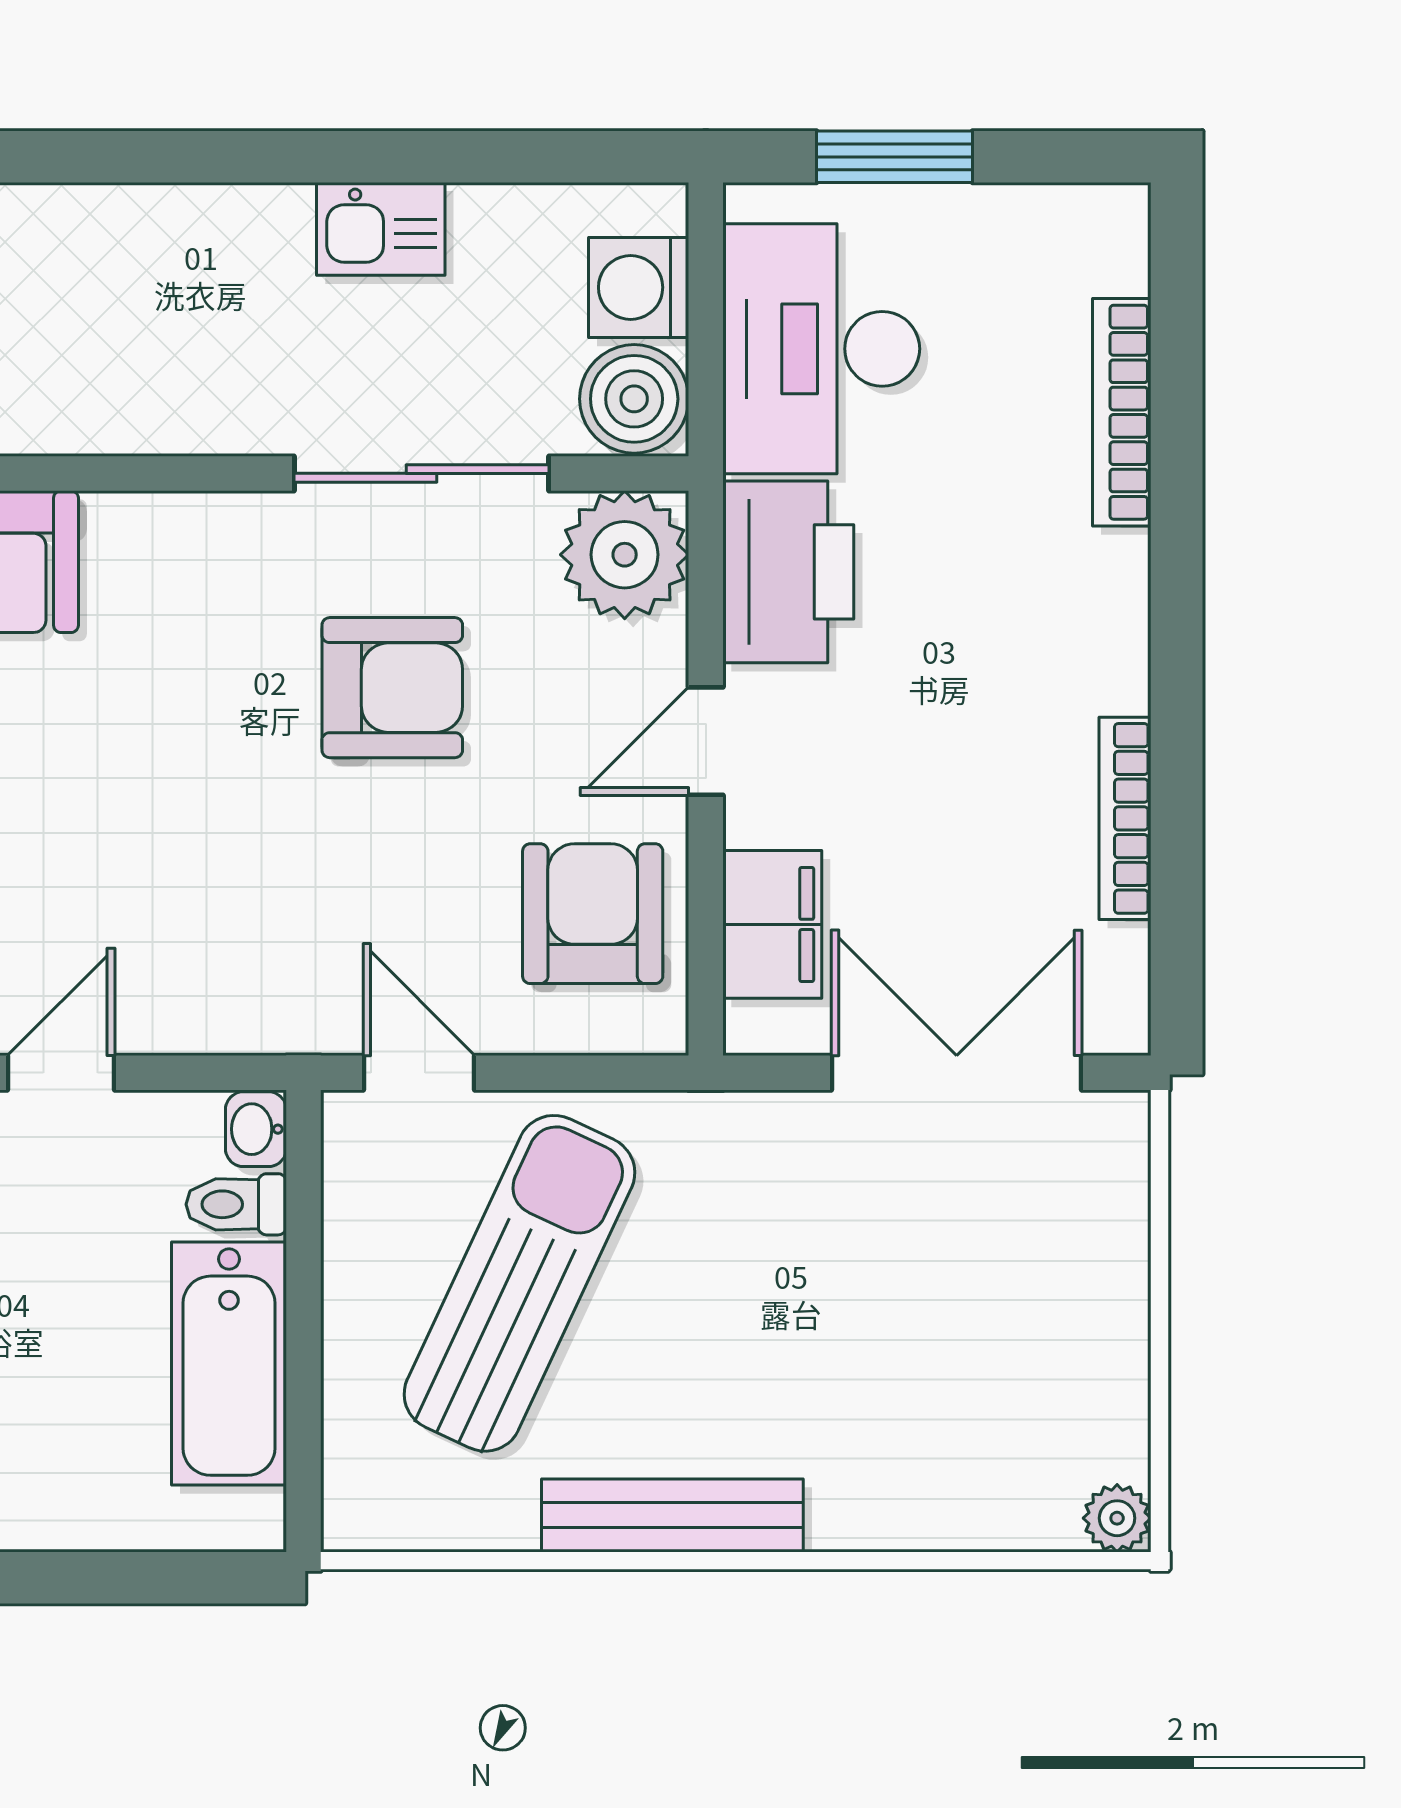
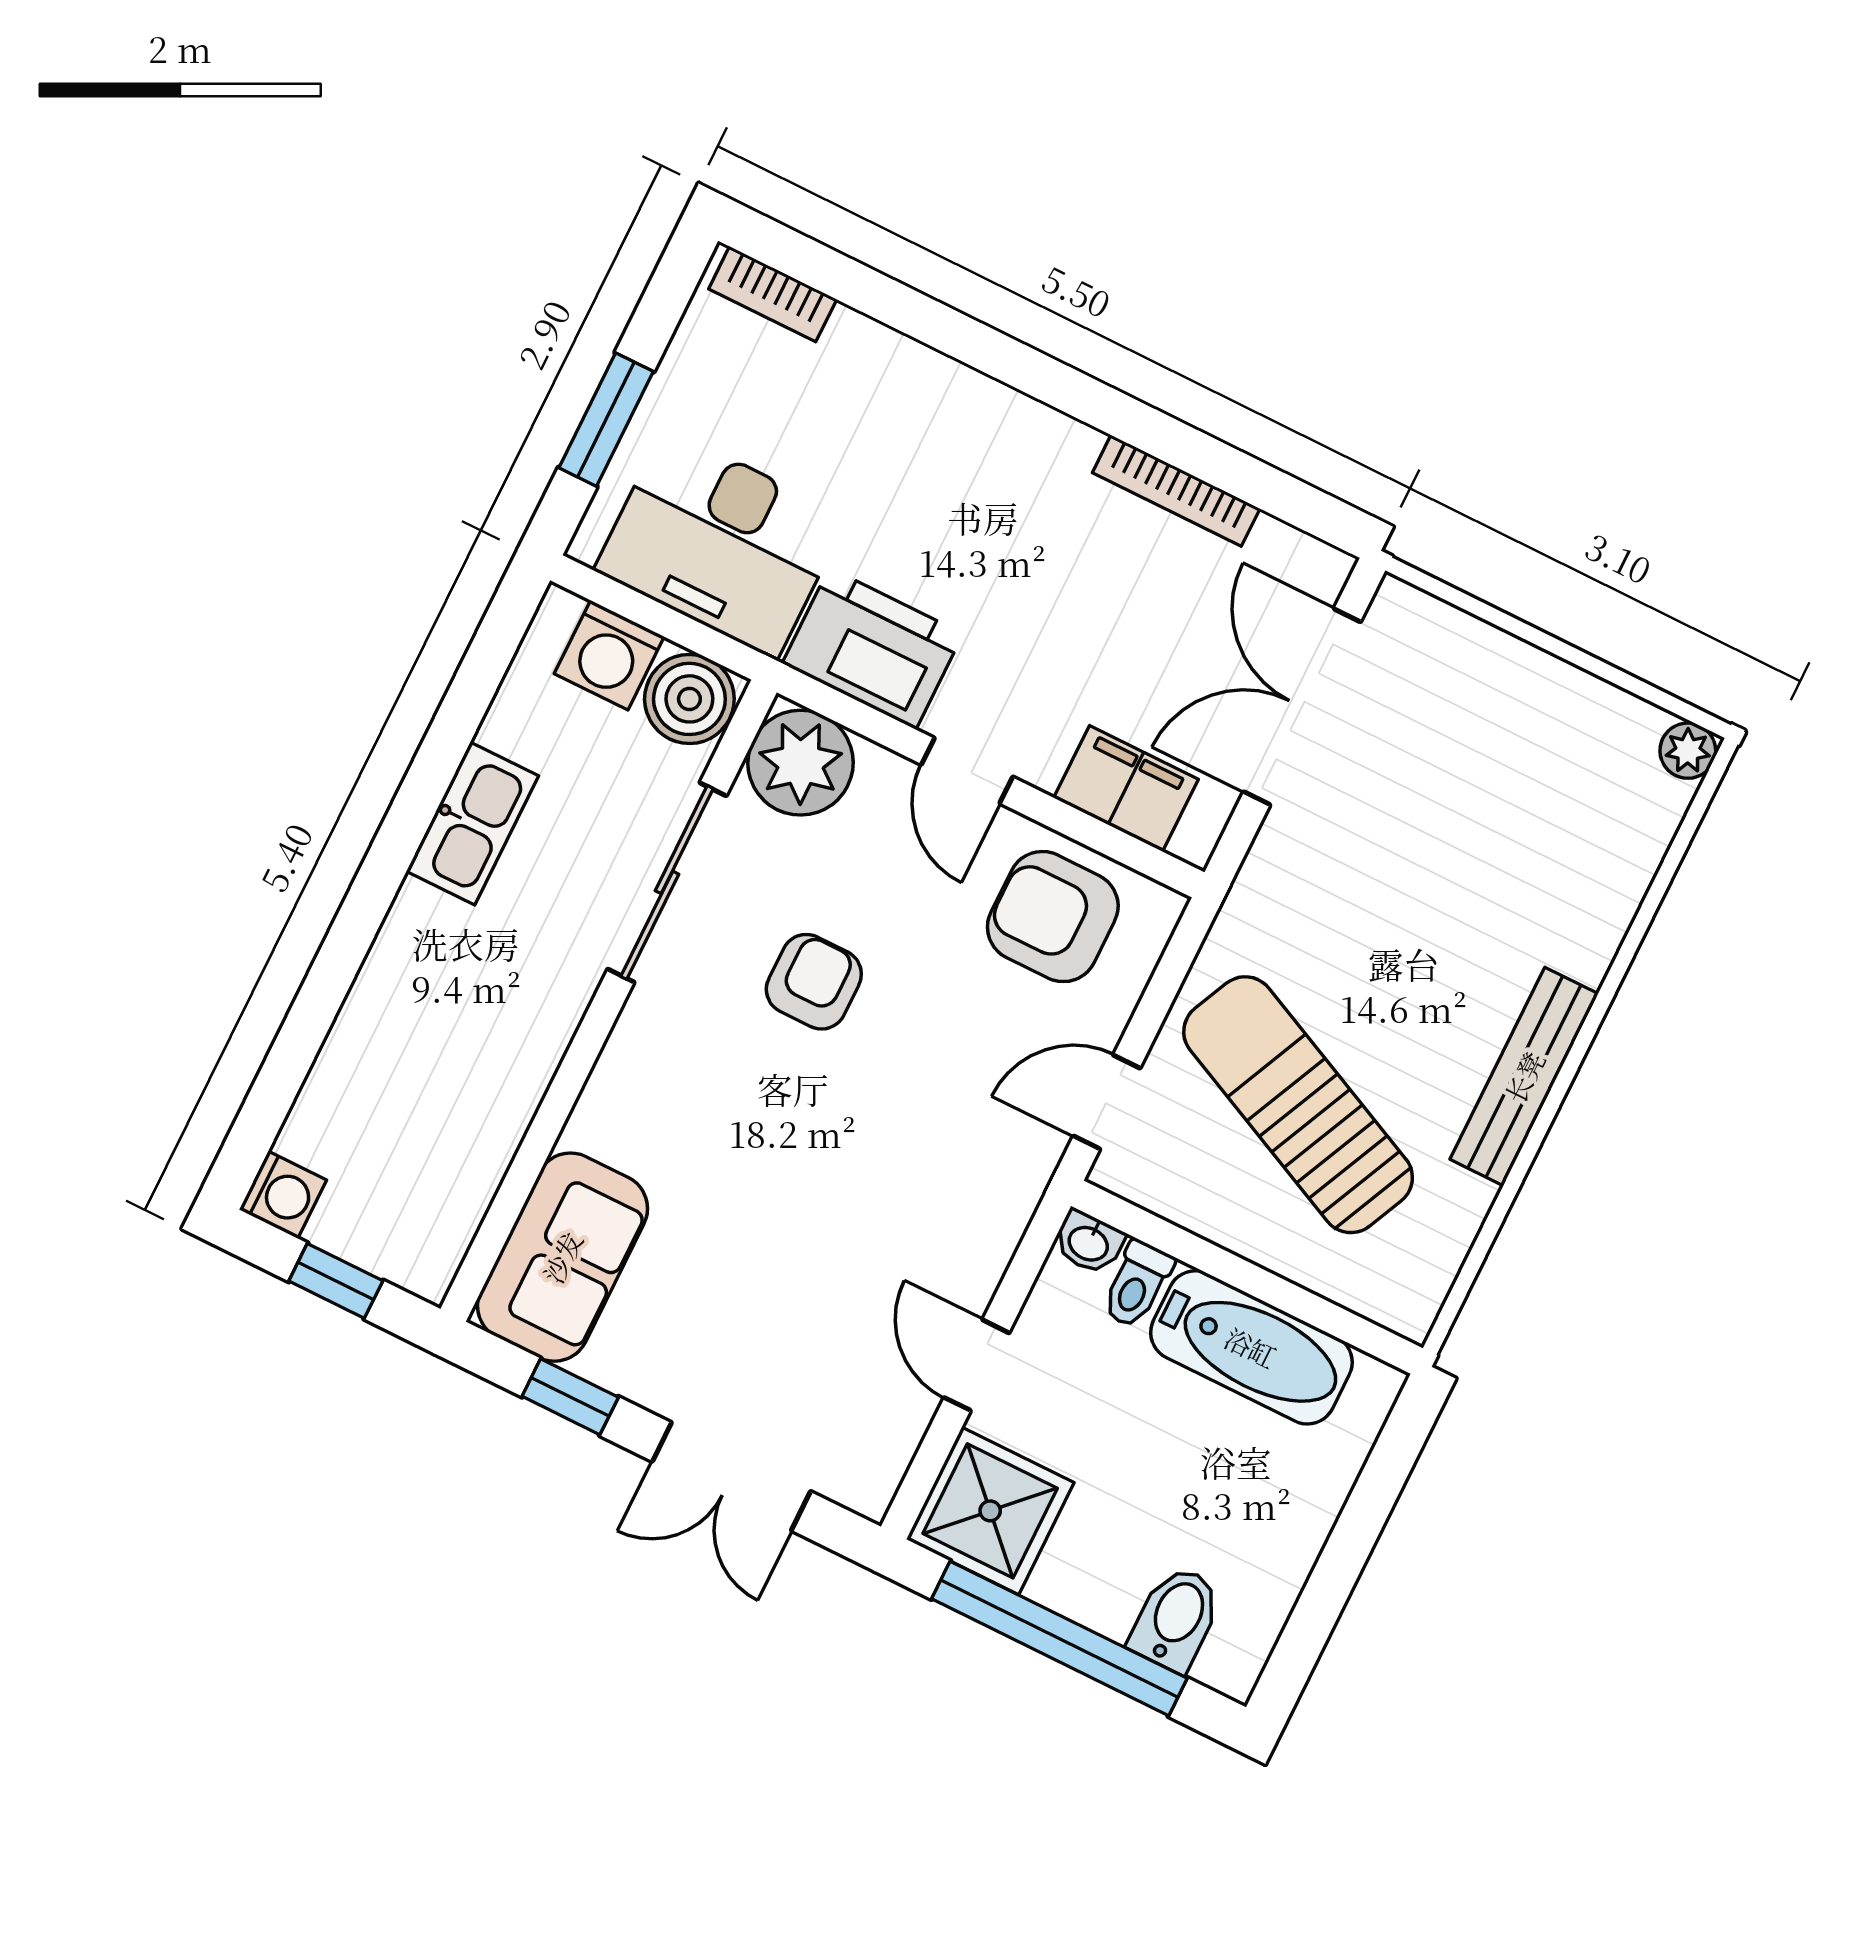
kitchen sink: (381, 229) -> (472, 823), width x1.38
bookcase: (1122, 412) -> (773, 294), moved, width x0.64
armchair: (392, 688) -> (814, 982), width x0.72, depth x0.72

